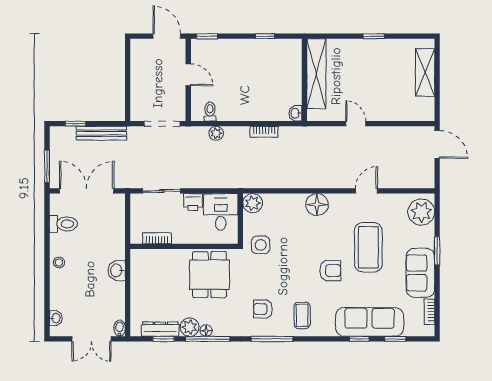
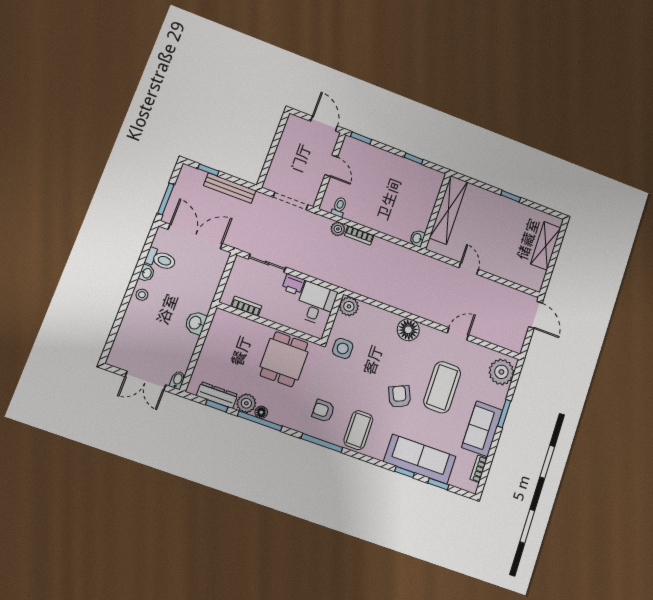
bookcase: (264, 132) -> (359, 235), moved
armchair: (330, 271) -> (400, 397), turned -114
coffee table: (302, 315) -> (358, 430), width x1.36, depth x1.30
washbasin: (56, 318) -> (147, 273), moved

